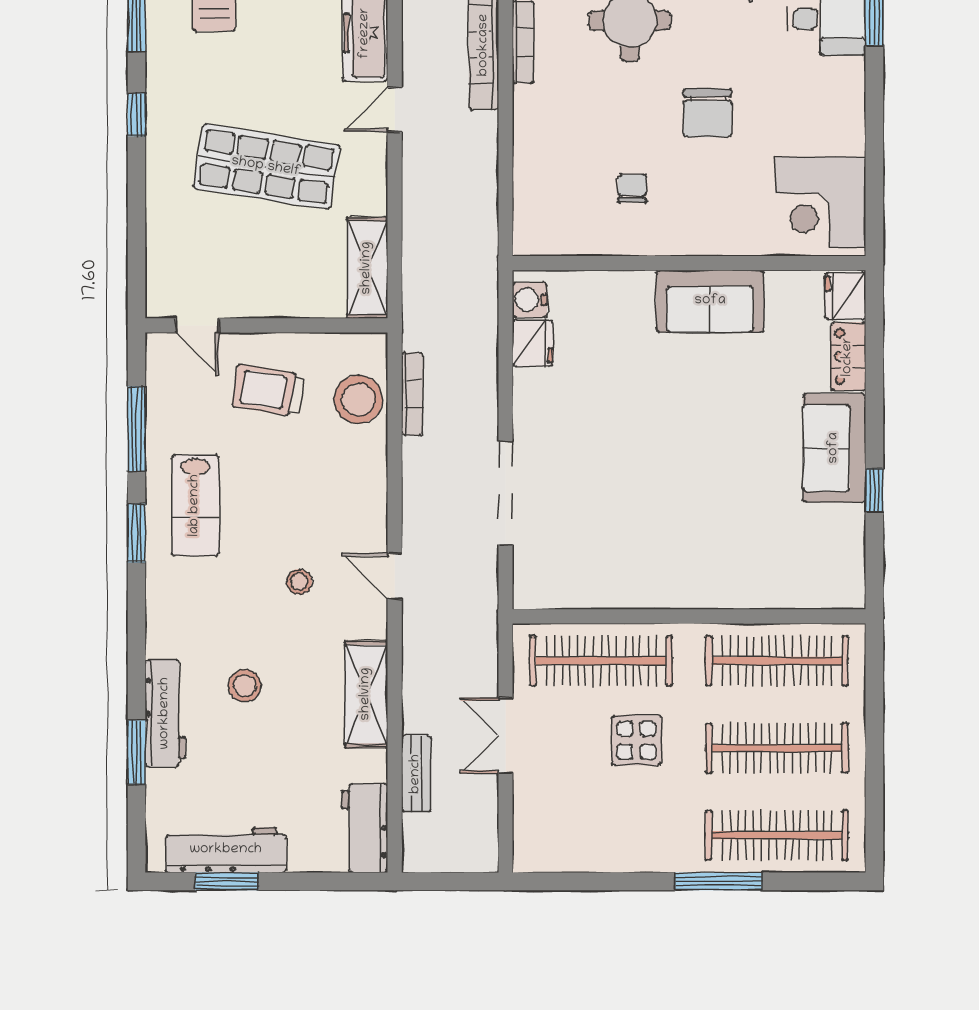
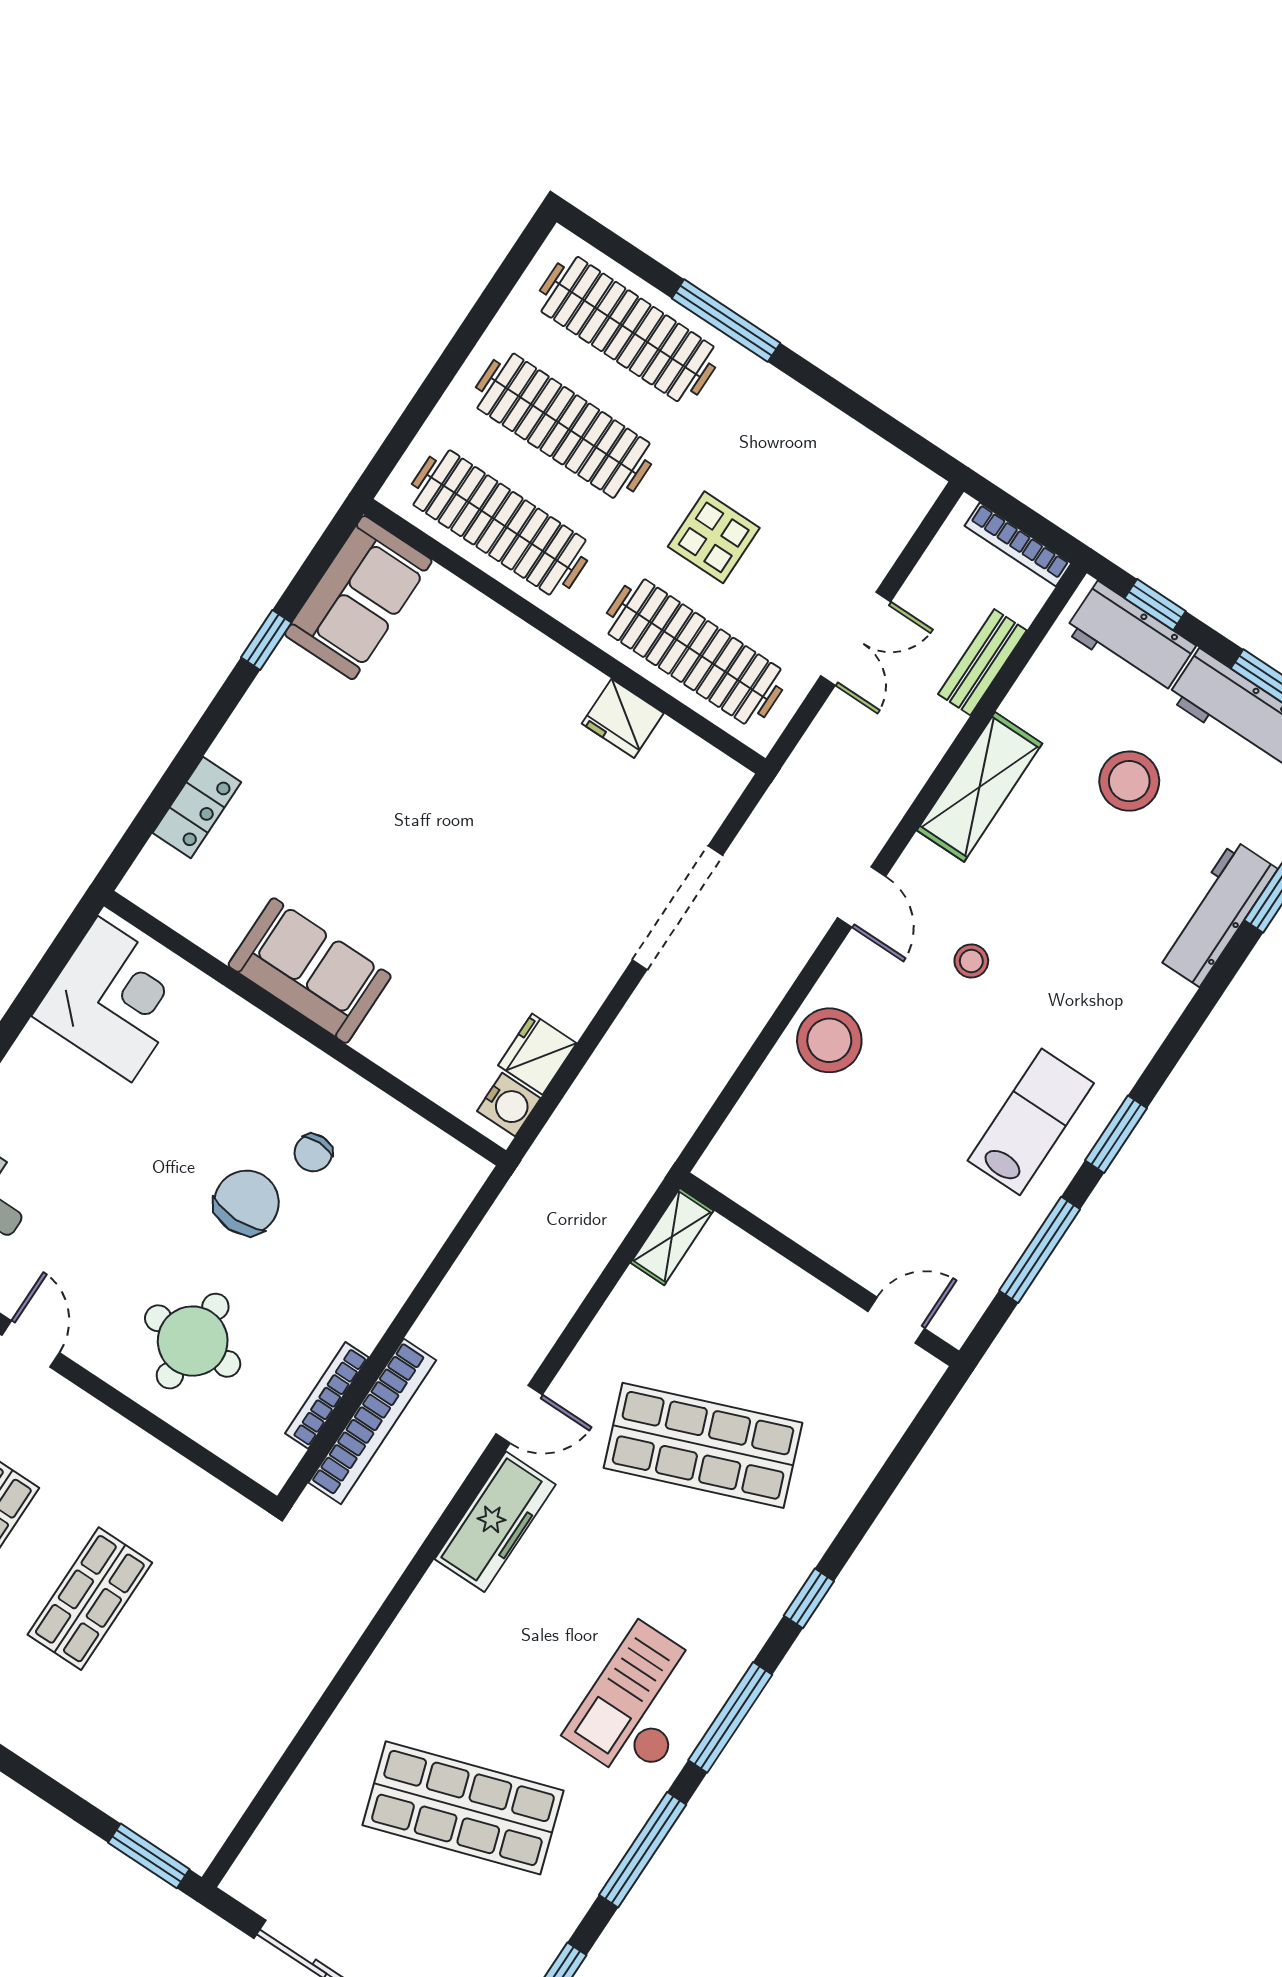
chair: (707, 113) -> (247, 1203), moved
shop shelf: (266, 167) -> (703, 1445), turned -30
shelving: (367, 268) -> (672, 1237), width x0.67, depth x0.75
fridge: (845, 296) -> (623, 718), moved, turned 90
door: (197, 325) -> (896, 1320), hinge flipped
trolley: (268, 390) -> (865, 1196), removed
bookcase: (412, 394) -> (1018, 544), moved, turned -90
stool: (358, 400) -> (829, 1040), moved
sofa: (834, 448) -> (358, 598), moved
stool: (245, 686) -> (1129, 781), moved, width x1.38, depth x1.38
workbench: (365, 828) -> (1130, 639), moved, turned 90
window: (332, 881) -> (1155, 605), added

